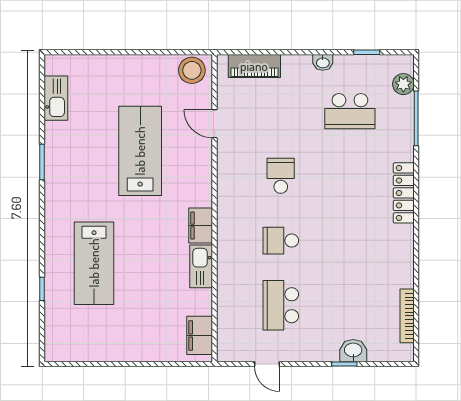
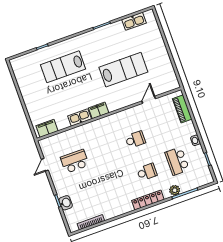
stool: (192, 70) -> (170, 80), removed
plant: (403, 84) -> (175, 190), moved
school desk: (281, 241) -> (147, 172), moved, turned 90

